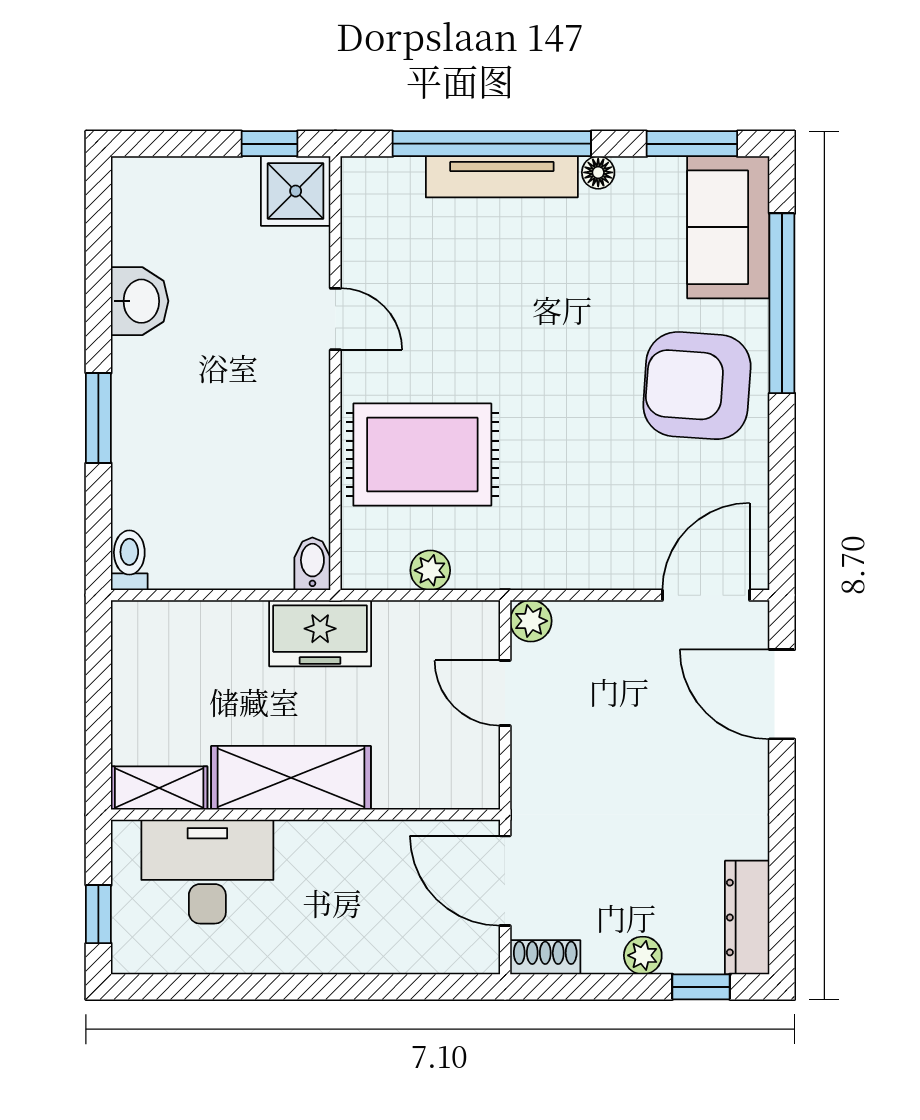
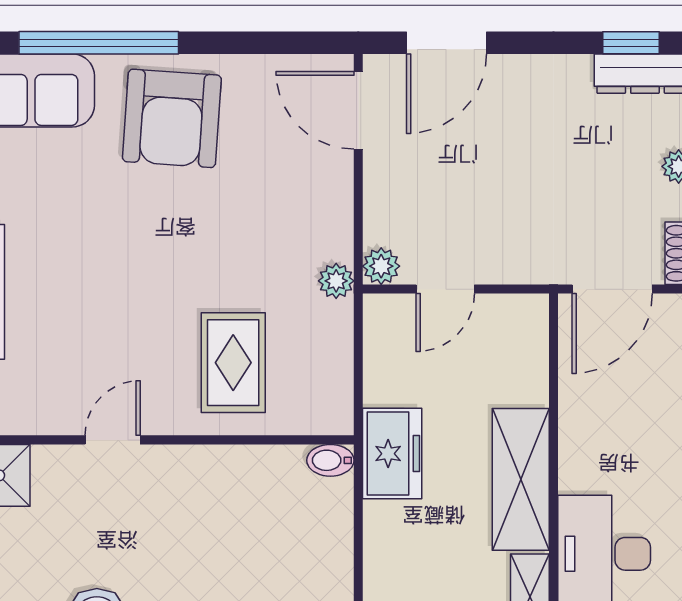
rug: (422, 455) -> (233, 363), width x0.73, depth x0.70
plant: (430, 570) -> (336, 281), moved
window: (782, 902) -> (631, 43), added

